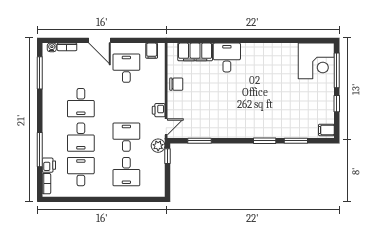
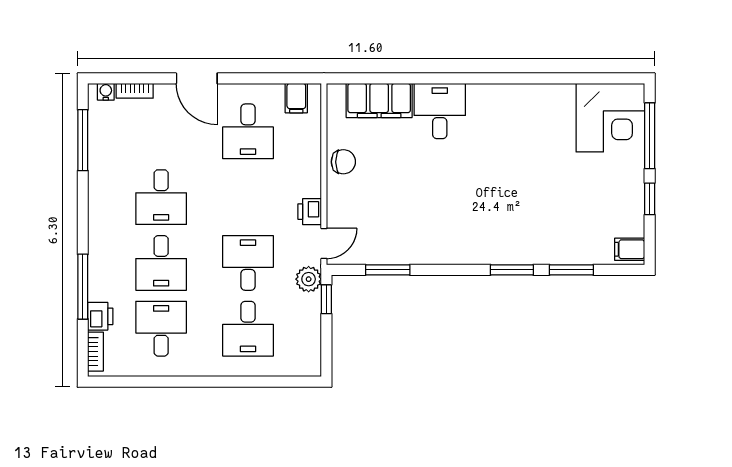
desk: (126, 68) -> (248, 131), turned 180

